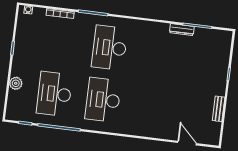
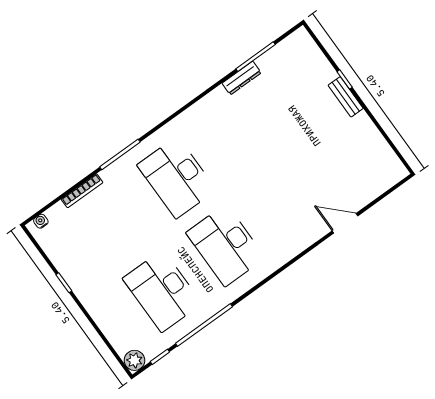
plant: (16, 83) -> (135, 360), moved
bench: (219, 109) -> (346, 97), moved
door: (187, 143) -> (345, 223), moved

